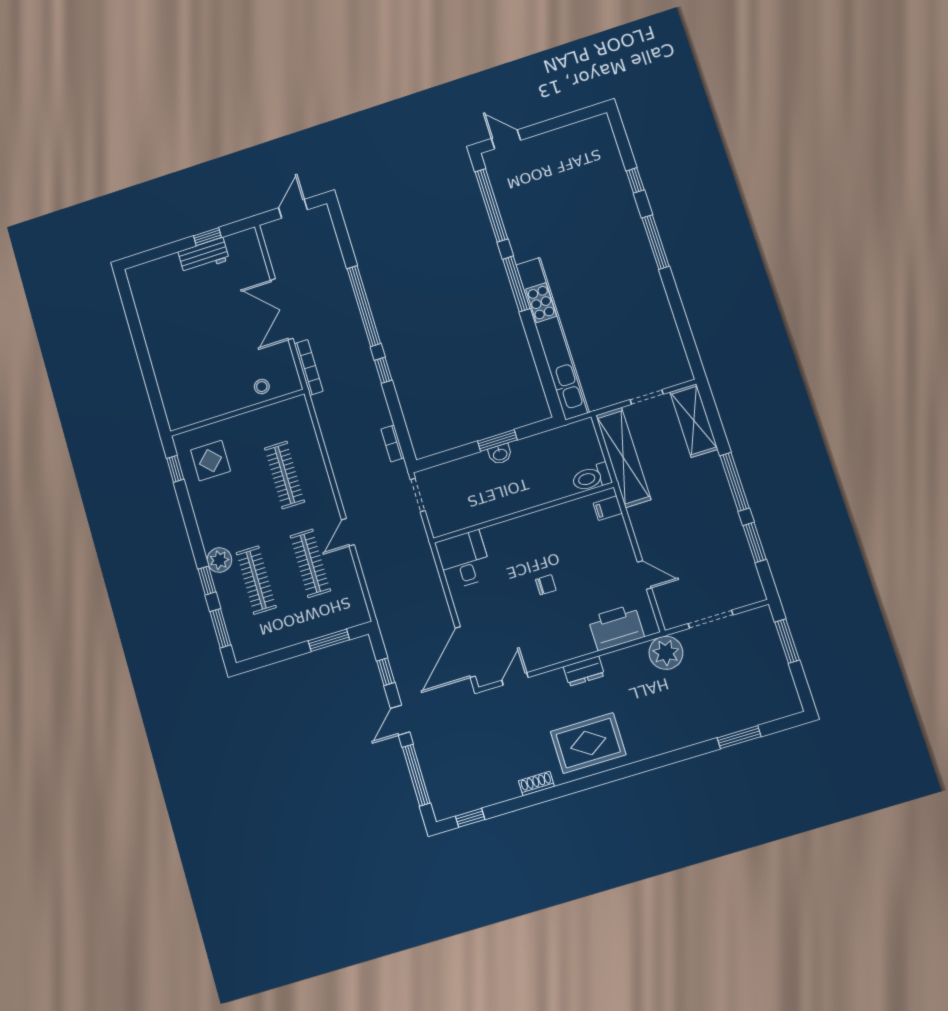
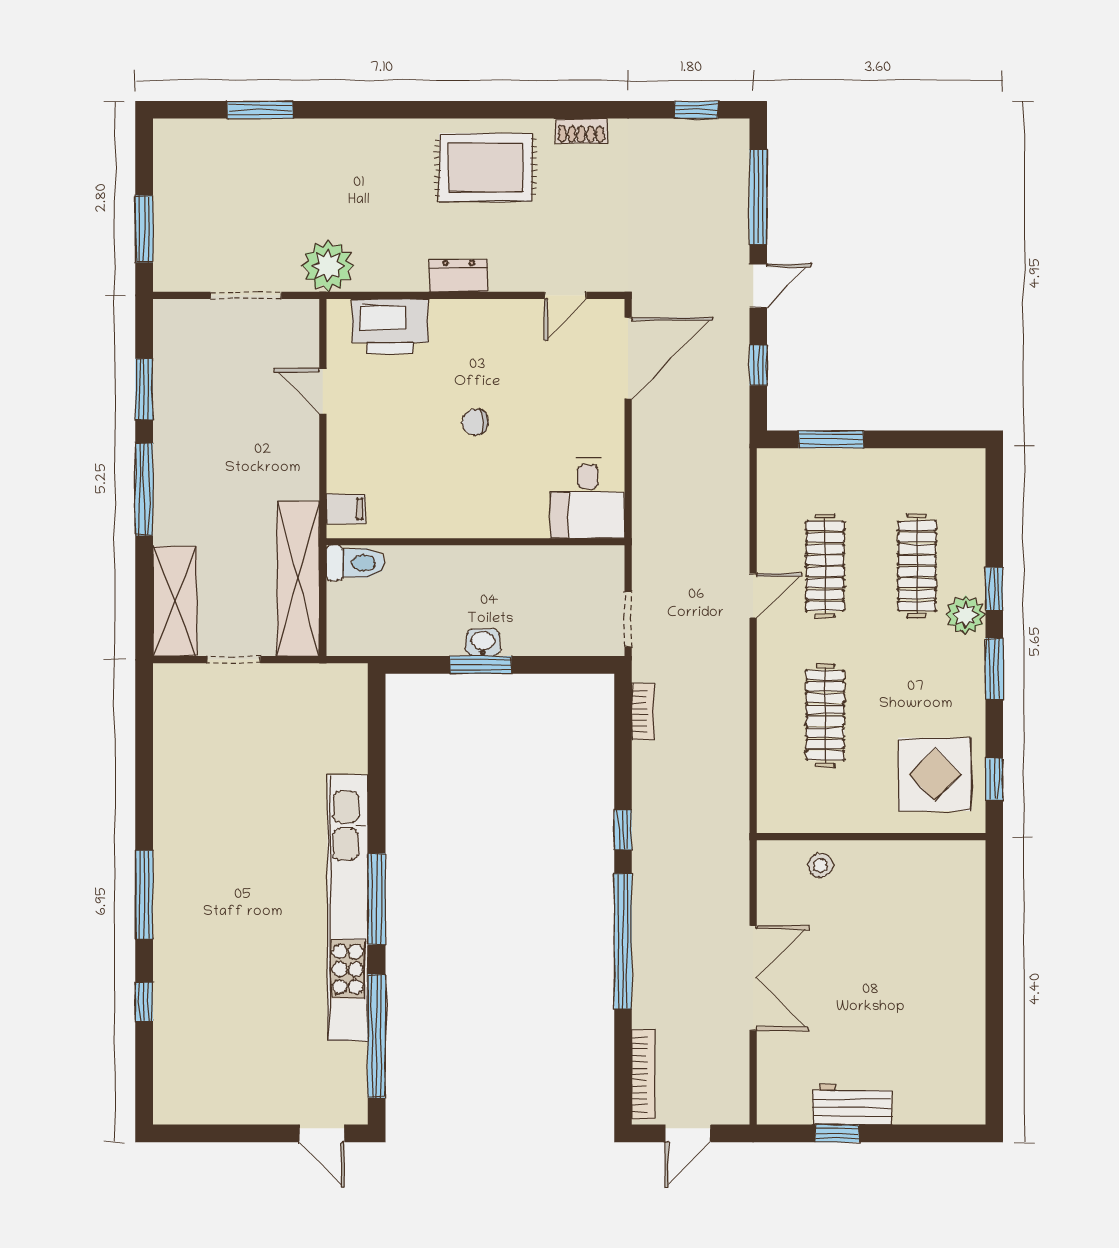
kitchen unit: (552, 338) -> (348, 908), moved
bookcase: (309, 367) -> (643, 1074), moved, turned 180
display table: (210, 461) -> (935, 774), width x1.36, depth x1.36
window: (220, 628) -> (994, 669), moved

